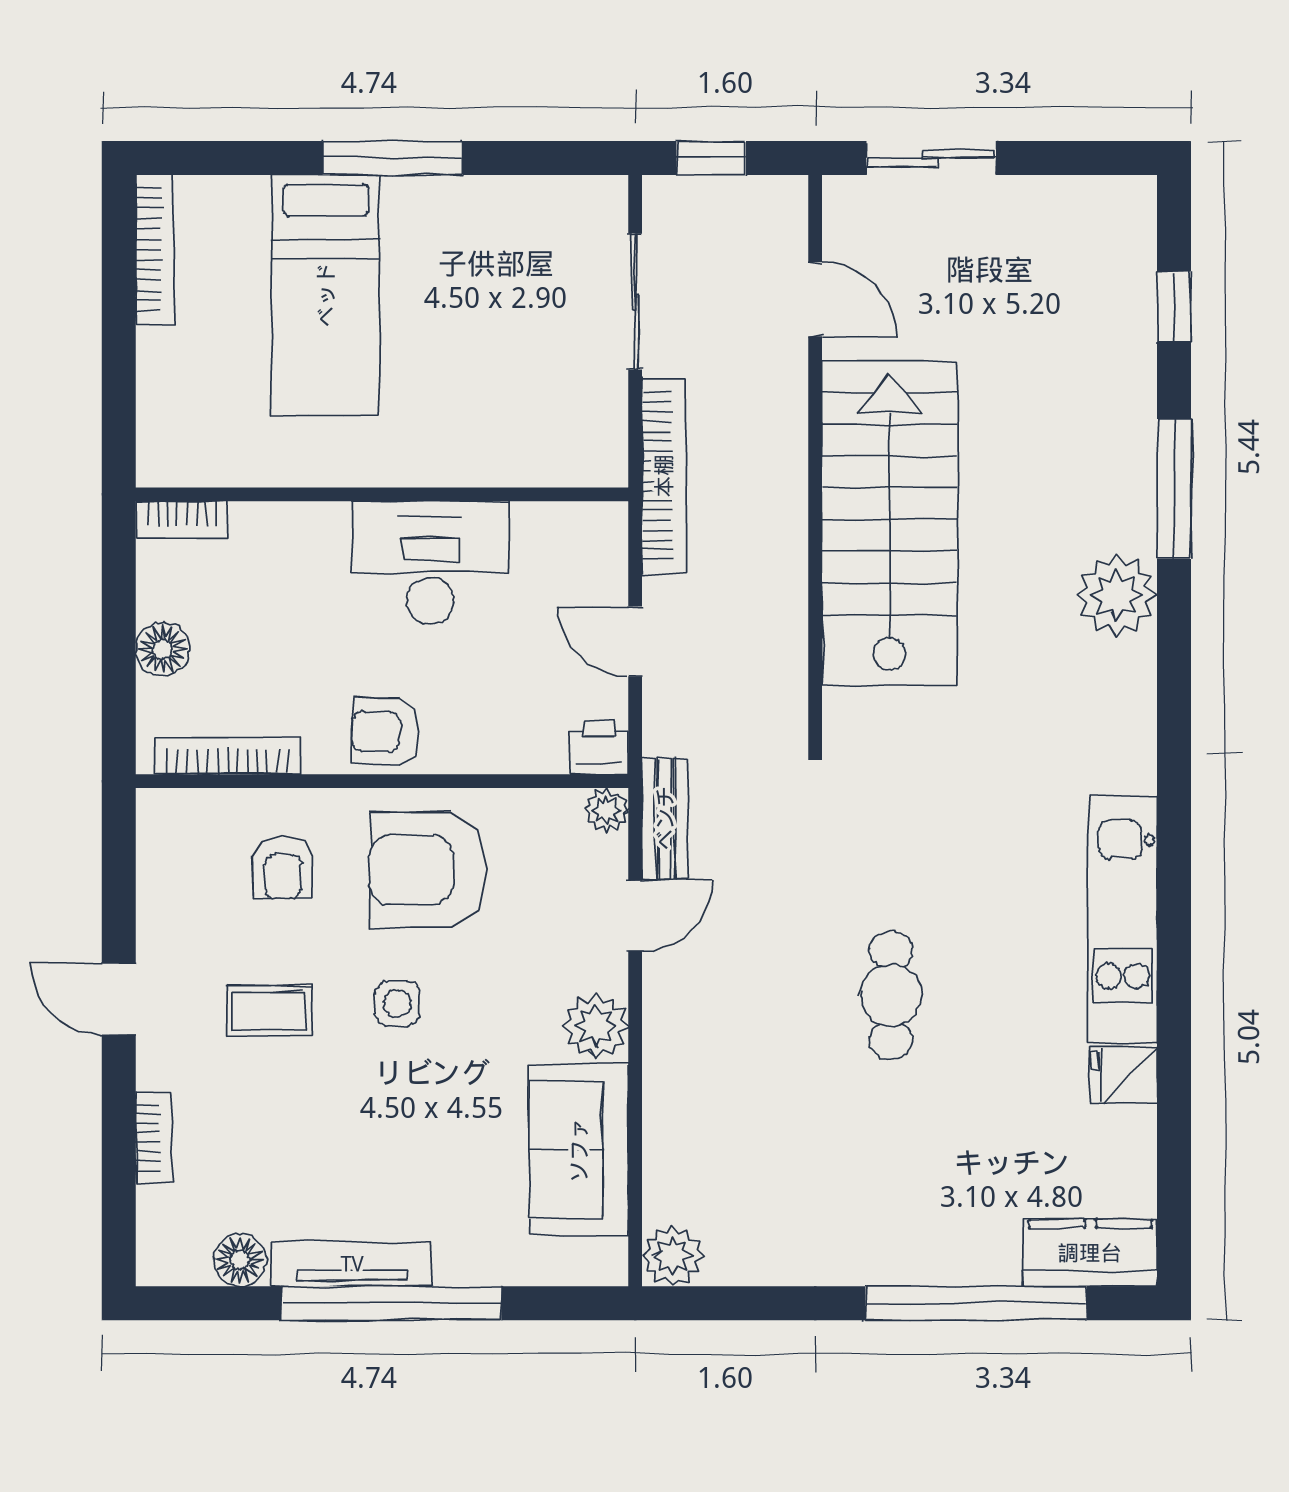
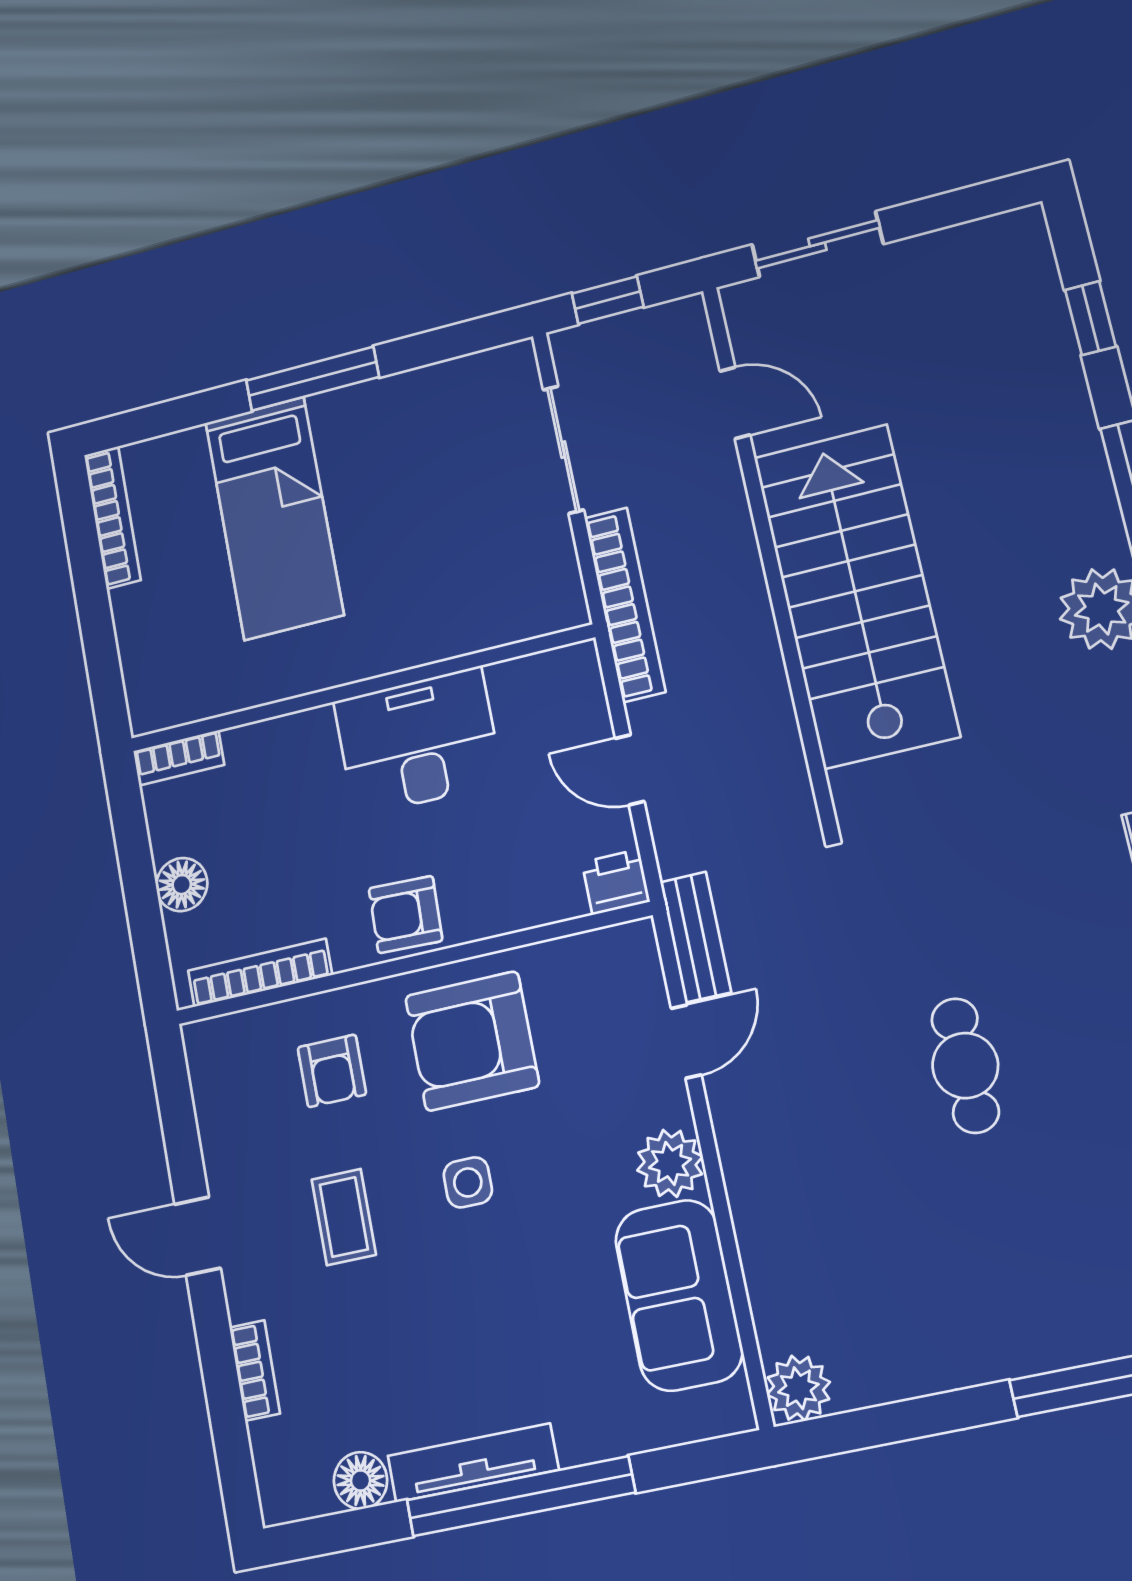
plant: (606, 810) -> (636, 942), removed
coffee table: (269, 1011) -> (344, 1217), turned 90

